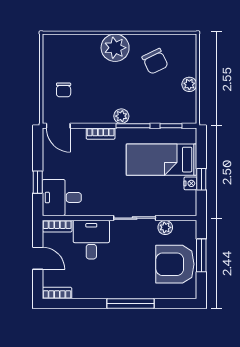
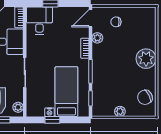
chair: (155, 61) -> (145, 97), moved
plant: (121, 116) -> (97, 38), moved
plant: (165, 227) -> (18, 107), moved

